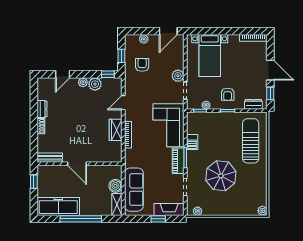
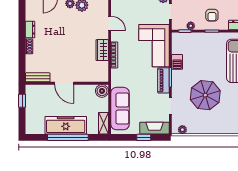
door: (123, 103) -> (110, 23), swing flipped
boiler: (115, 186) -> (102, 91), moved
freezer: (58, 206) -> (66, 125), moved

